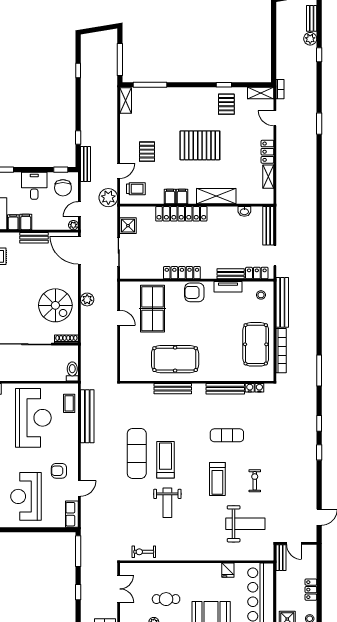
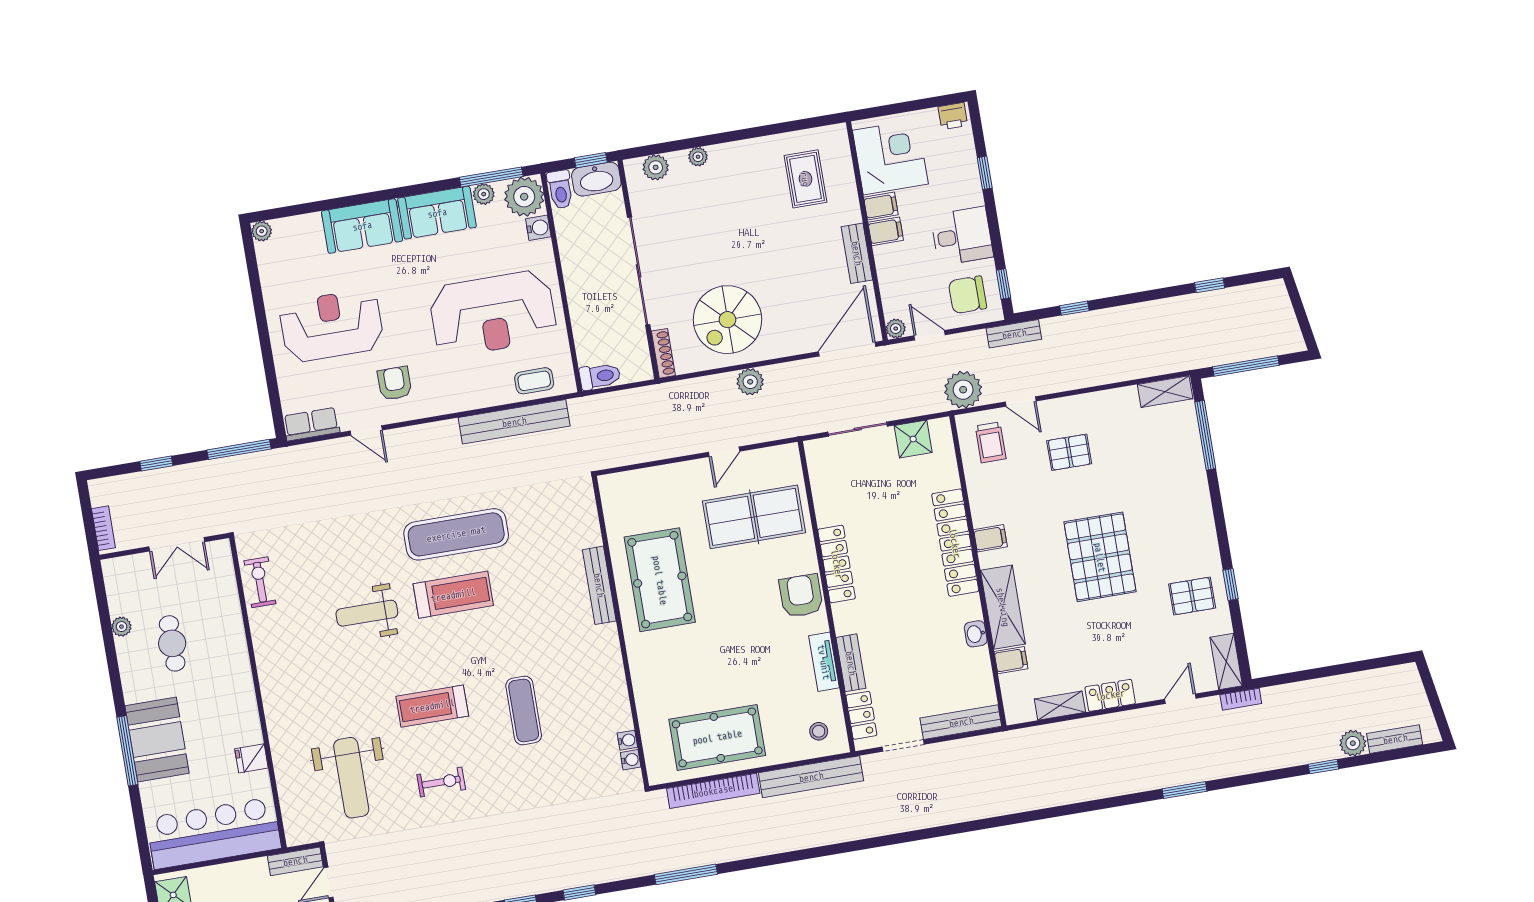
bench: (86, 164) -> (1014, 334), width x0.73
filing cabinet: (170, 197) -> (1011, 660), moved
washbasin: (244, 211) -> (976, 634), moved
bench: (225, 389) -> (617, 691), removed

